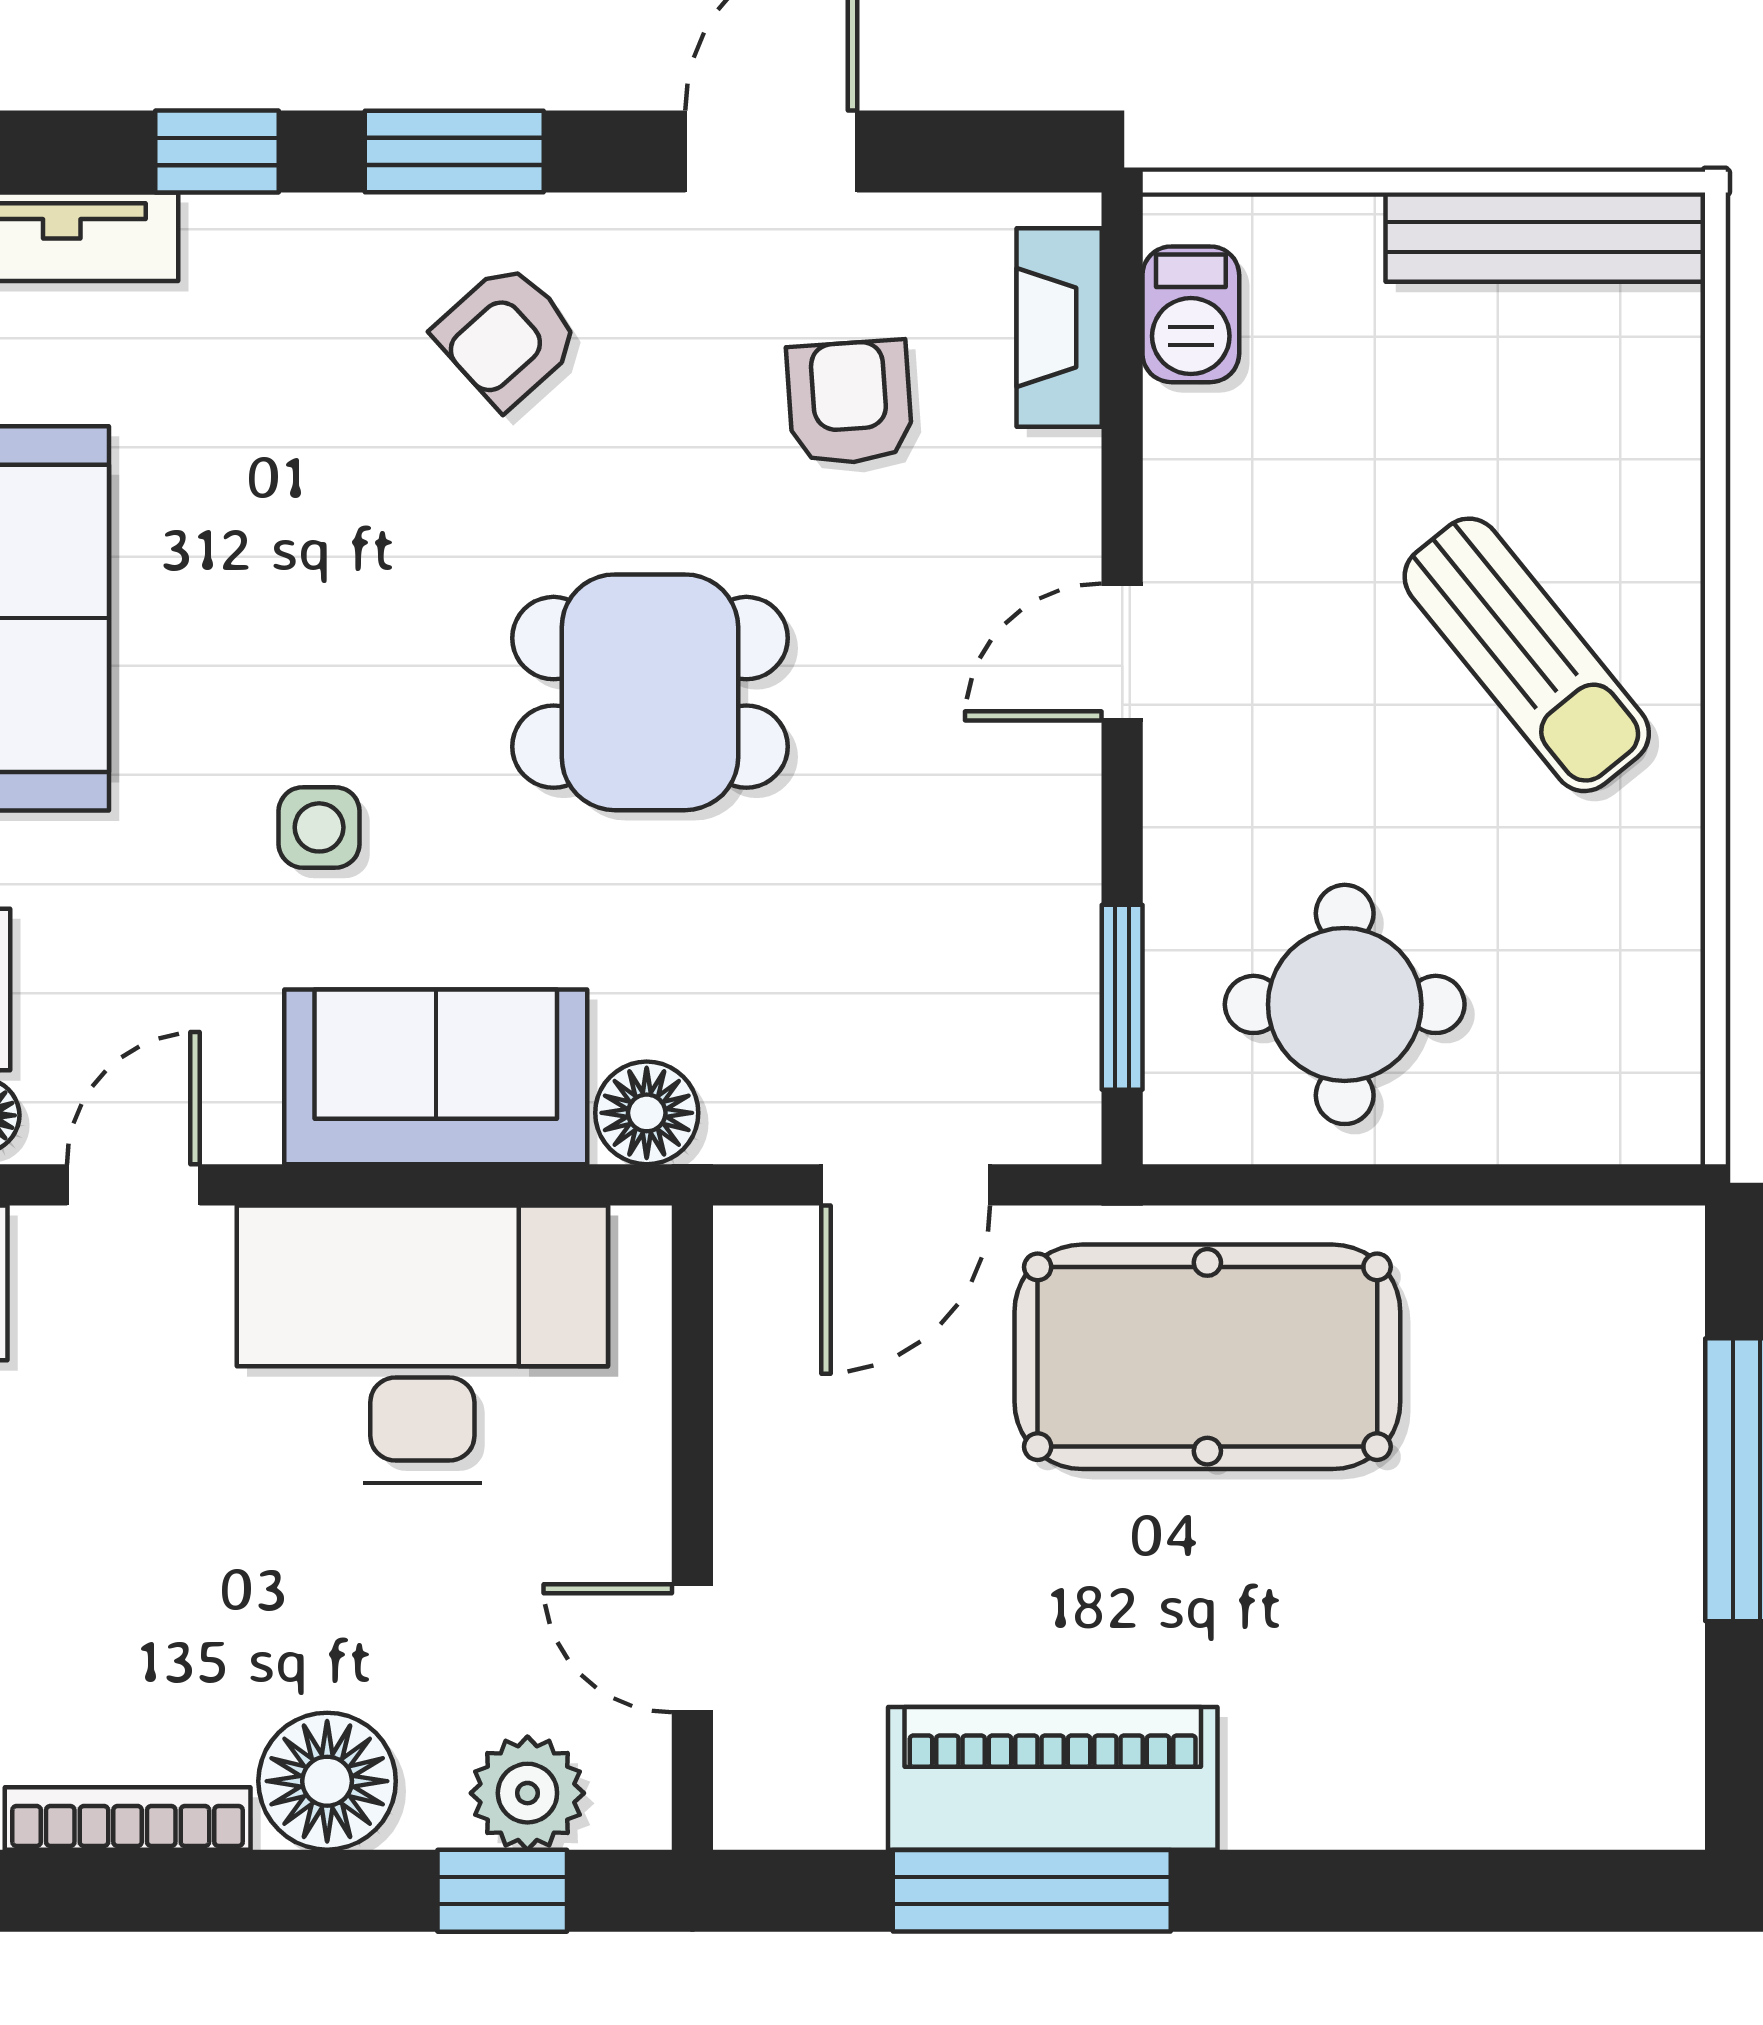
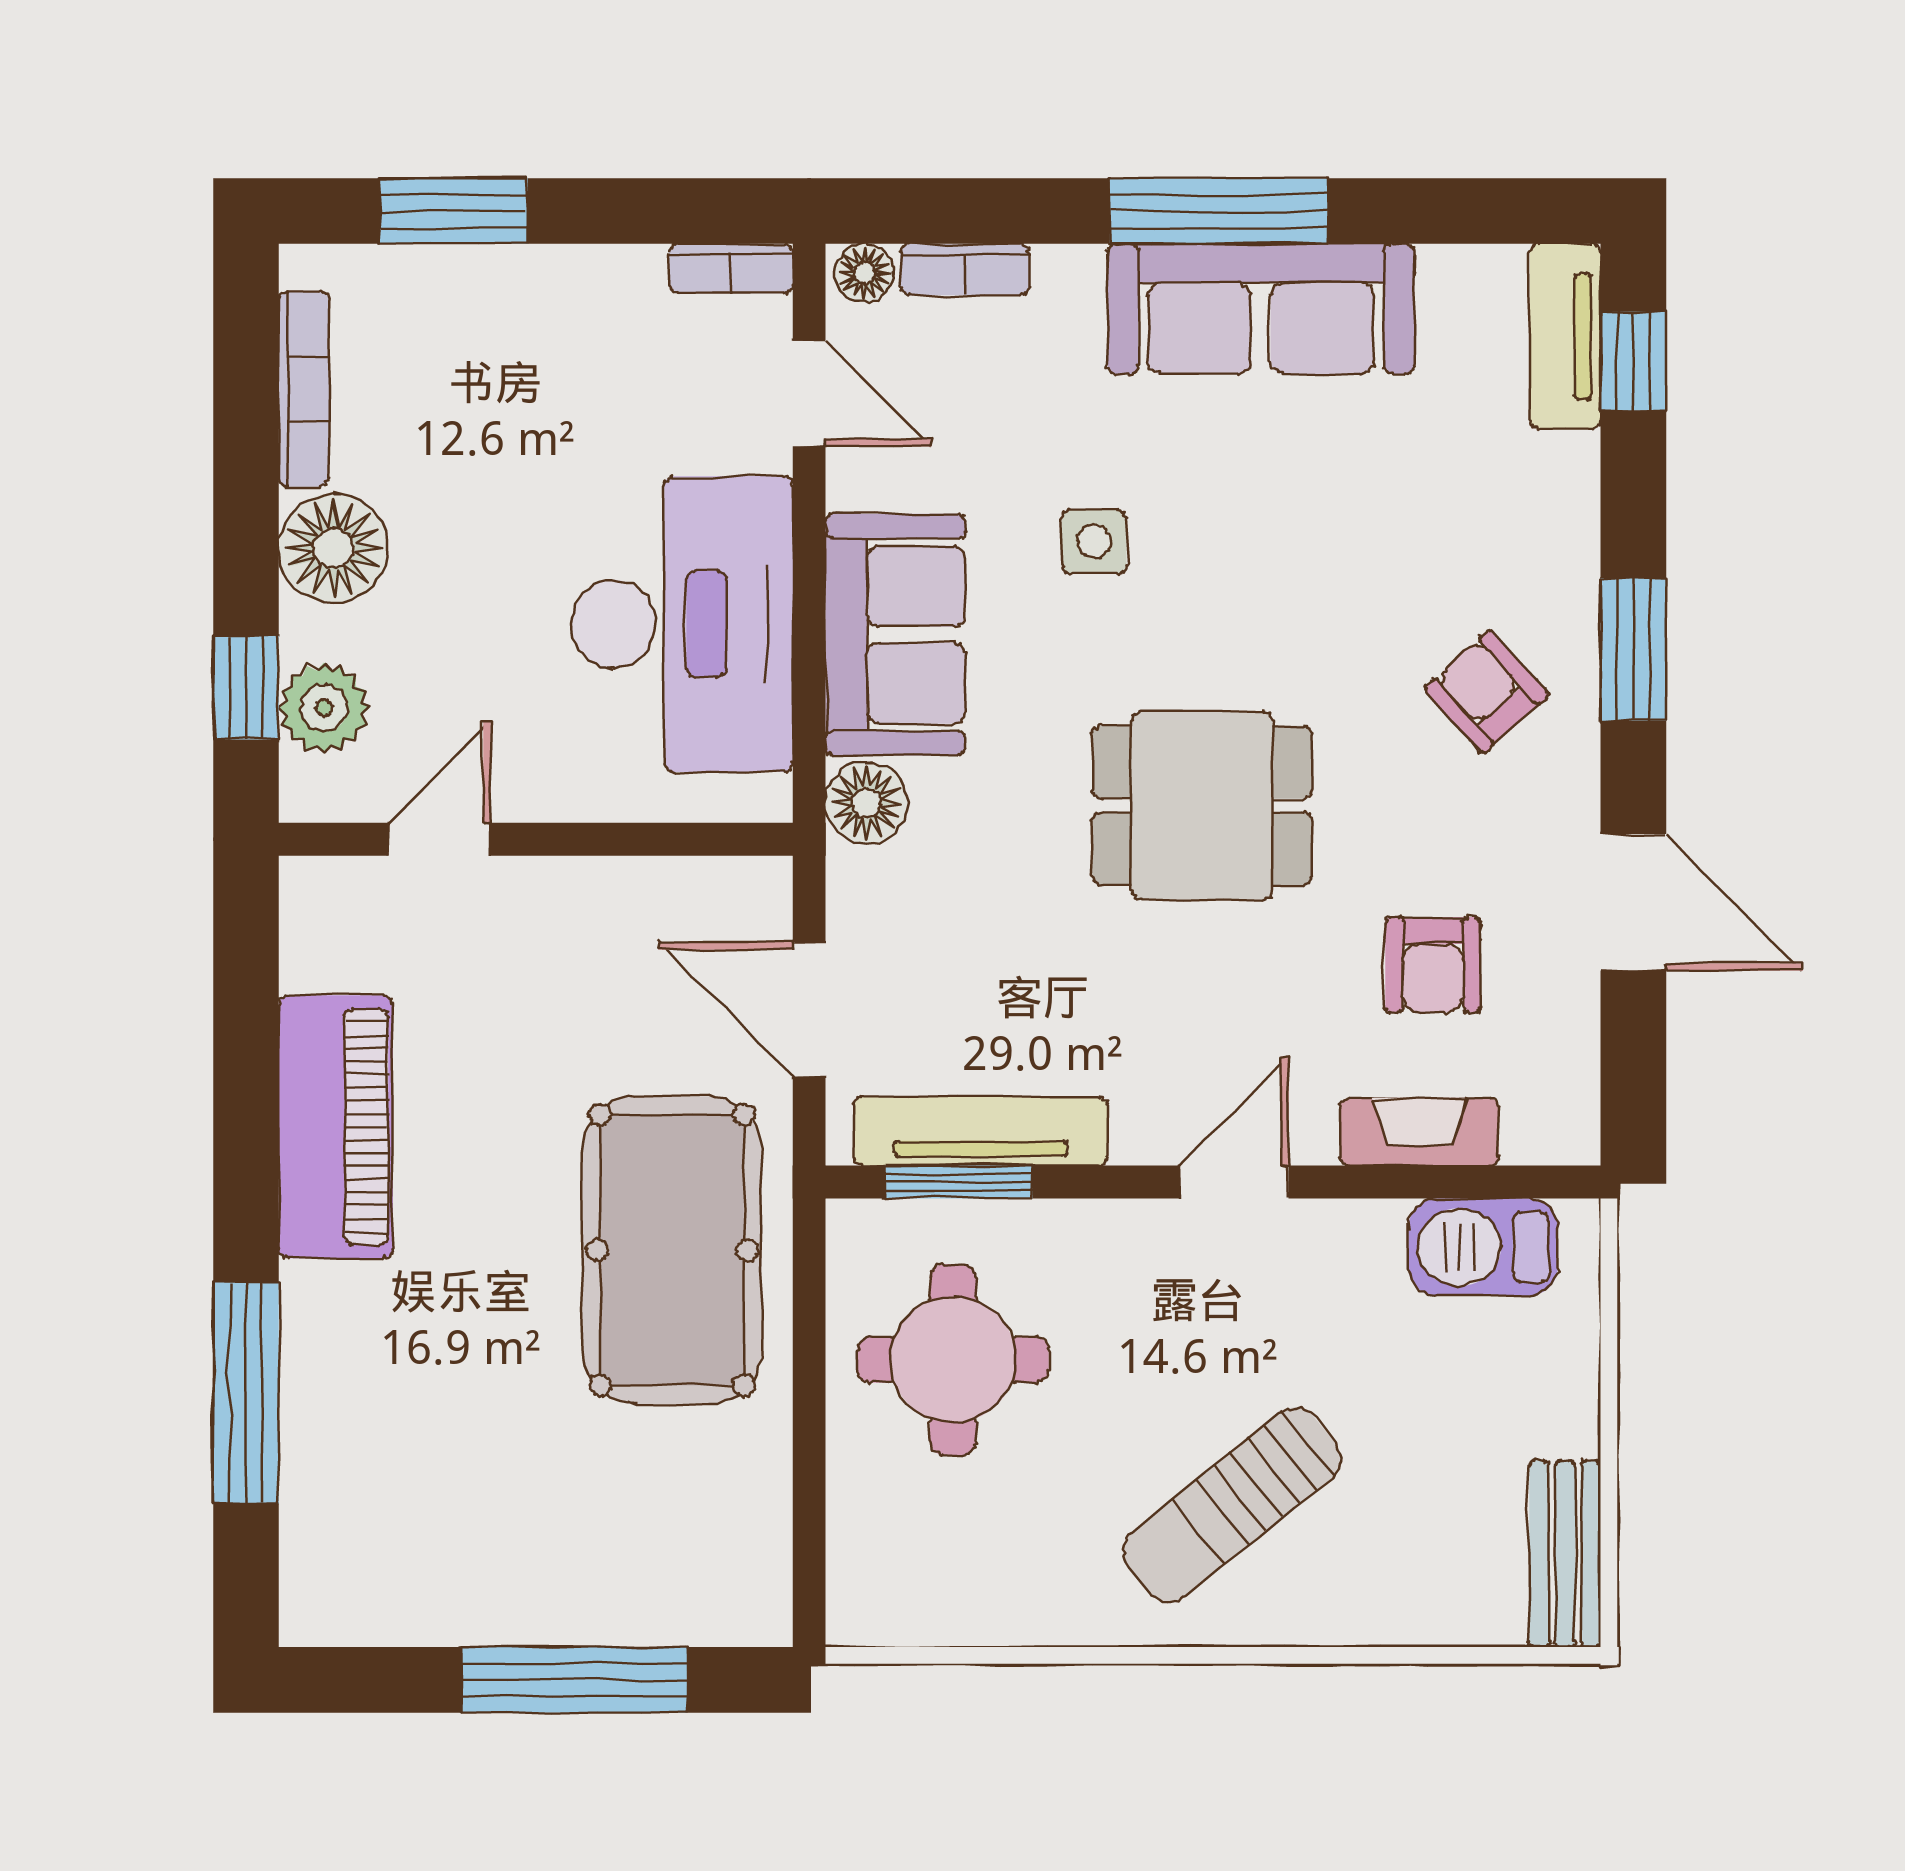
window: (217, 151) -> (1633, 361), moved
bench: (1545, 237) -> (1565, 1554), width x0.73
barbecue: (1191, 314) -> (1483, 1247), width x1.38, depth x1.27
fireplace: (1059, 328) -> (1419, 1132), moved
armchair: (850, 403) -> (1433, 965), turned 94
door: (1122, 652) -> (1234, 1182), hinge flipped
dining table: (650, 692) -> (1202, 806), turned 90
tv unit: (1058, 970) -> (981, 1131), added
window: (1032, 1891) -> (246, 1393), moved

